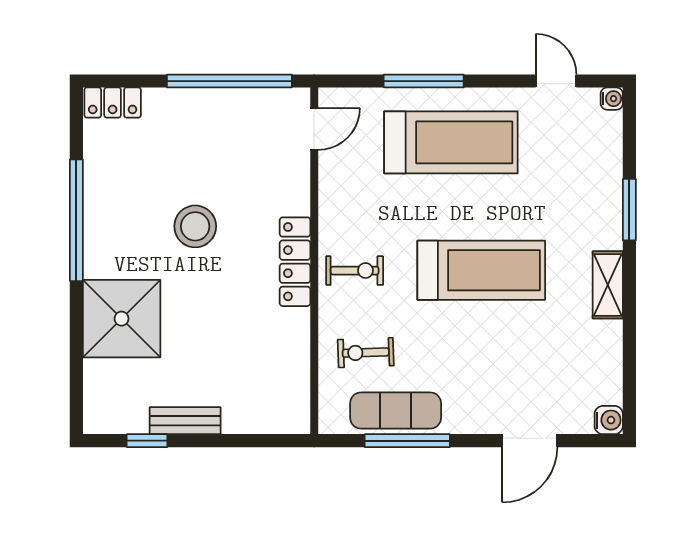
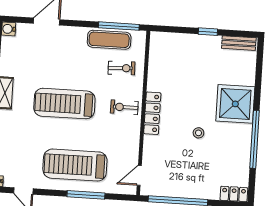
stool: (195, 226) -> (198, 133), width x0.53, depth x0.53
shower: (122, 319) -> (235, 104), moved
bench: (185, 421) -> (239, 43), moved
window: (147, 441) -> (208, 32), moved
window: (407, 441) -> (119, 26), moved

